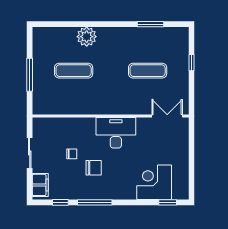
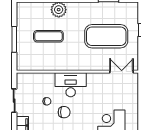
exercise mat: (148, 71) -> (106, 36), width x2.00, depth x1.45
desk: (116, 133) -> (71, 85), moved

